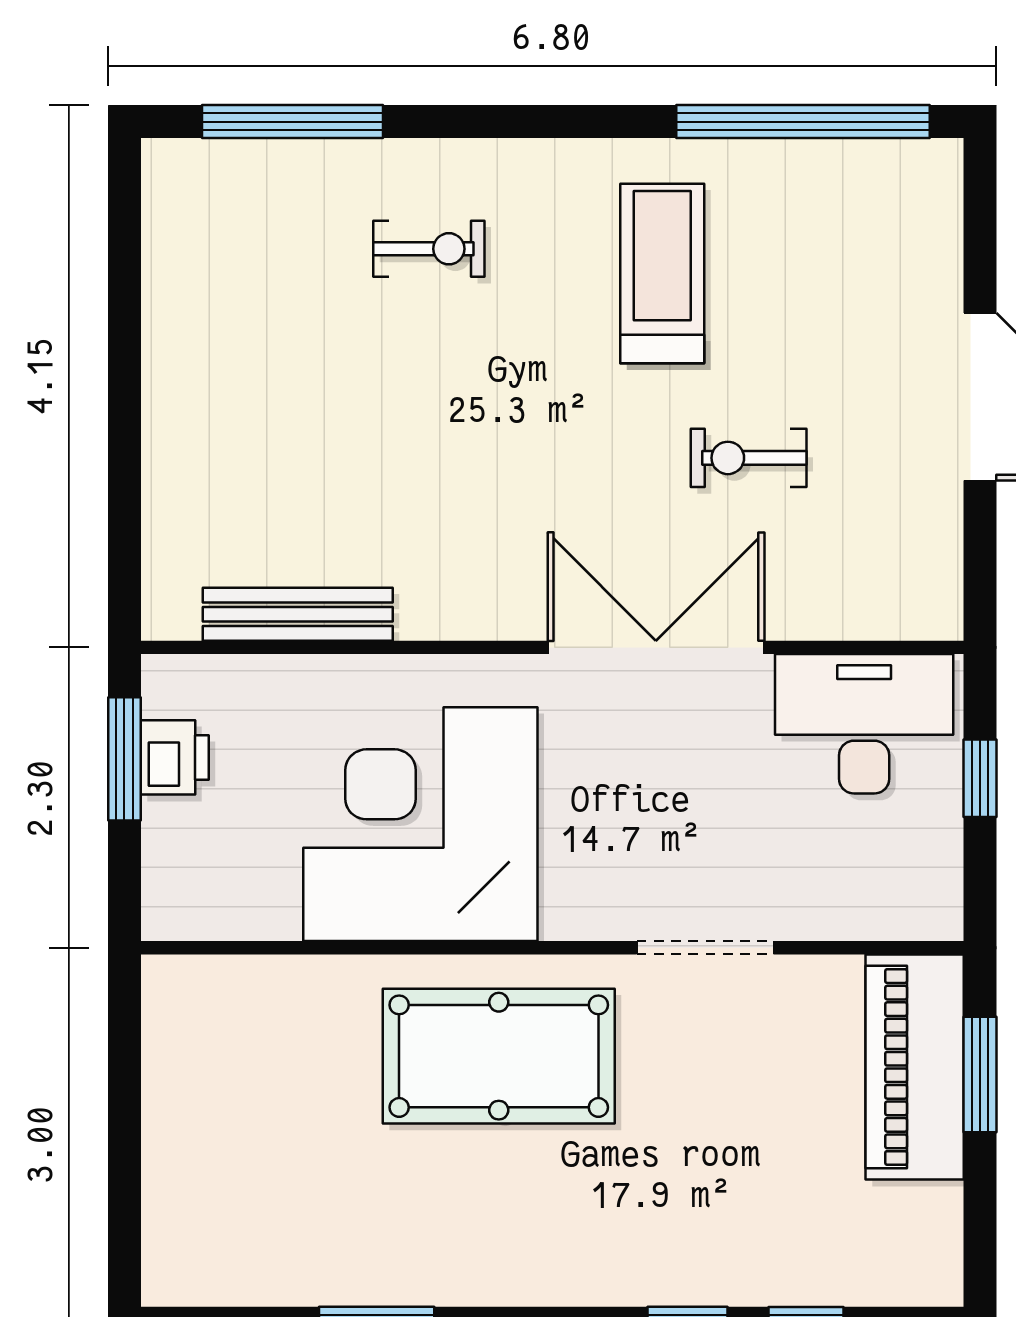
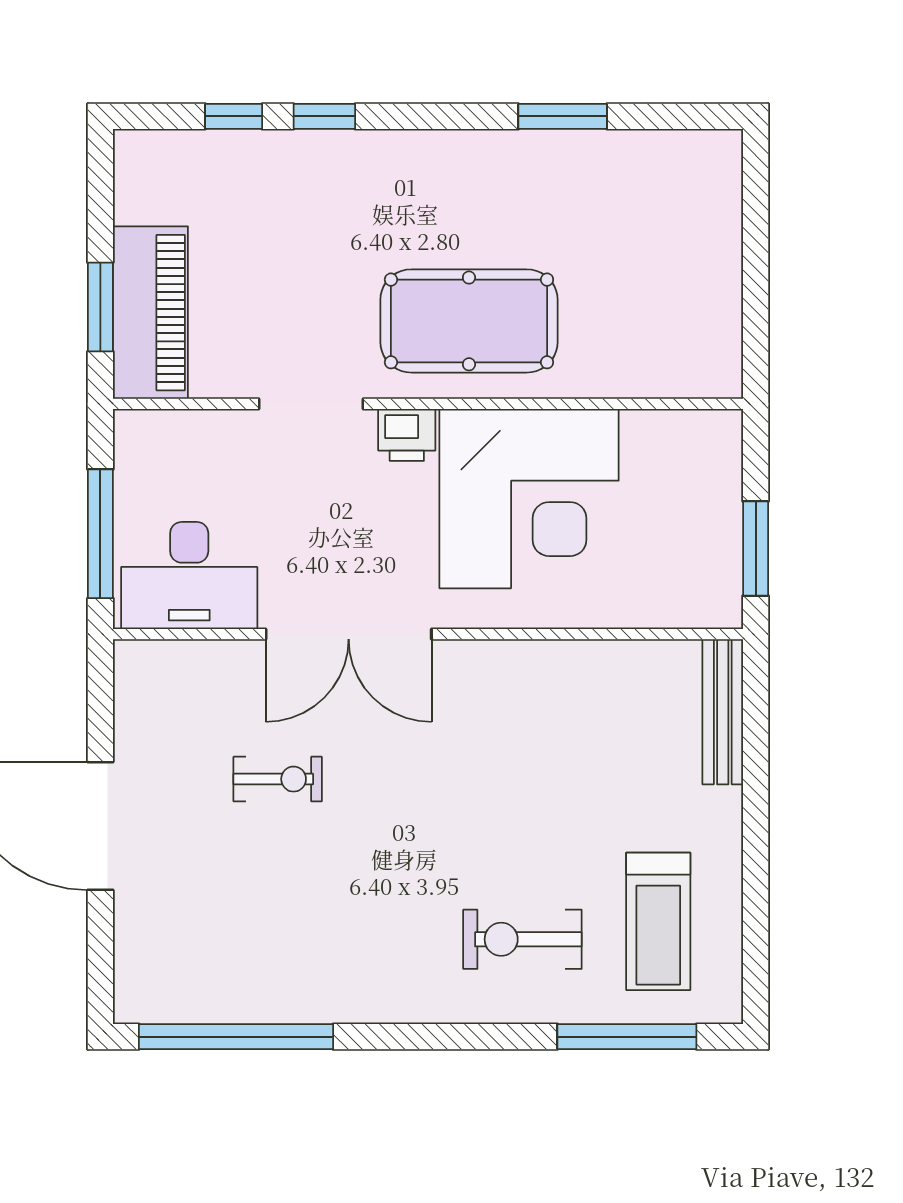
exercise bike: (429, 249) -> (522, 939), width x1.38, depth x1.39
treadmill: (662, 274) -> (658, 921), moved
bench: (298, 614) -> (723, 712), moved, turned 90
printer: (175, 757) -> (407, 435), moved, turned -90
window: (980, 778) -> (100, 534), width x2.17

